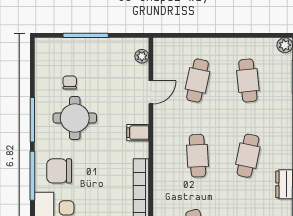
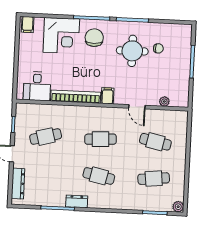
plant: (142, 56) -> (164, 101), moved
door: (151, 92) -> (137, 107), moved
filing cabinet: (138, 133) -> (108, 96), moved

